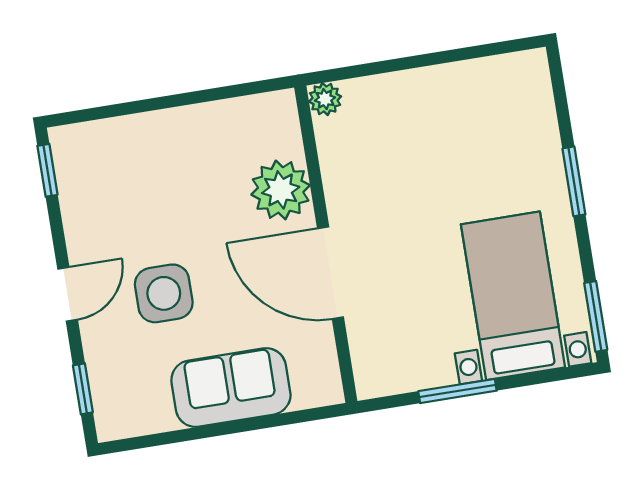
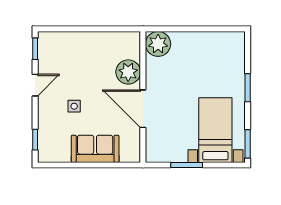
plant: (325, 99) -> (158, 44), width x1.88, depth x1.88
side table: (164, 293) -> (74, 106), width x0.54, depth x0.54
door: (68, 294) -> (35, 85), moved

